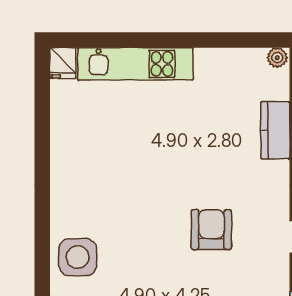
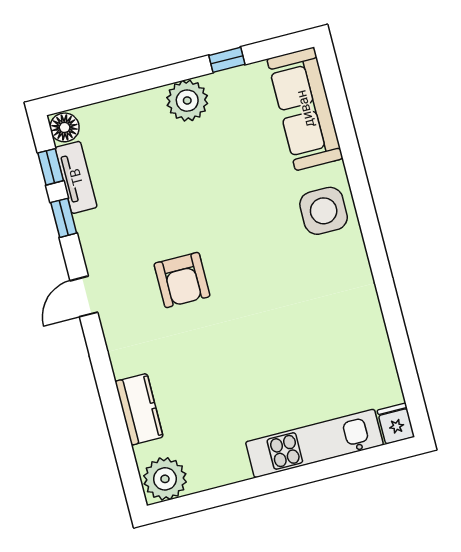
plant: (277, 58) -> (165, 479), width x1.88, depth x1.88

